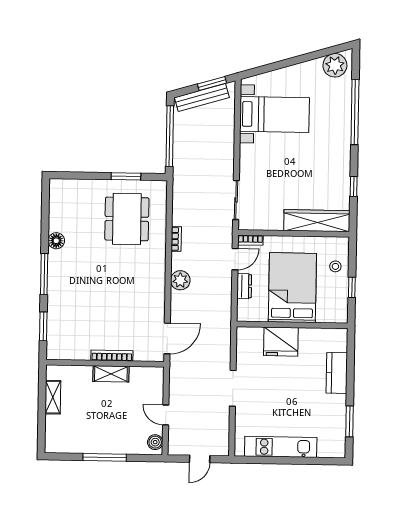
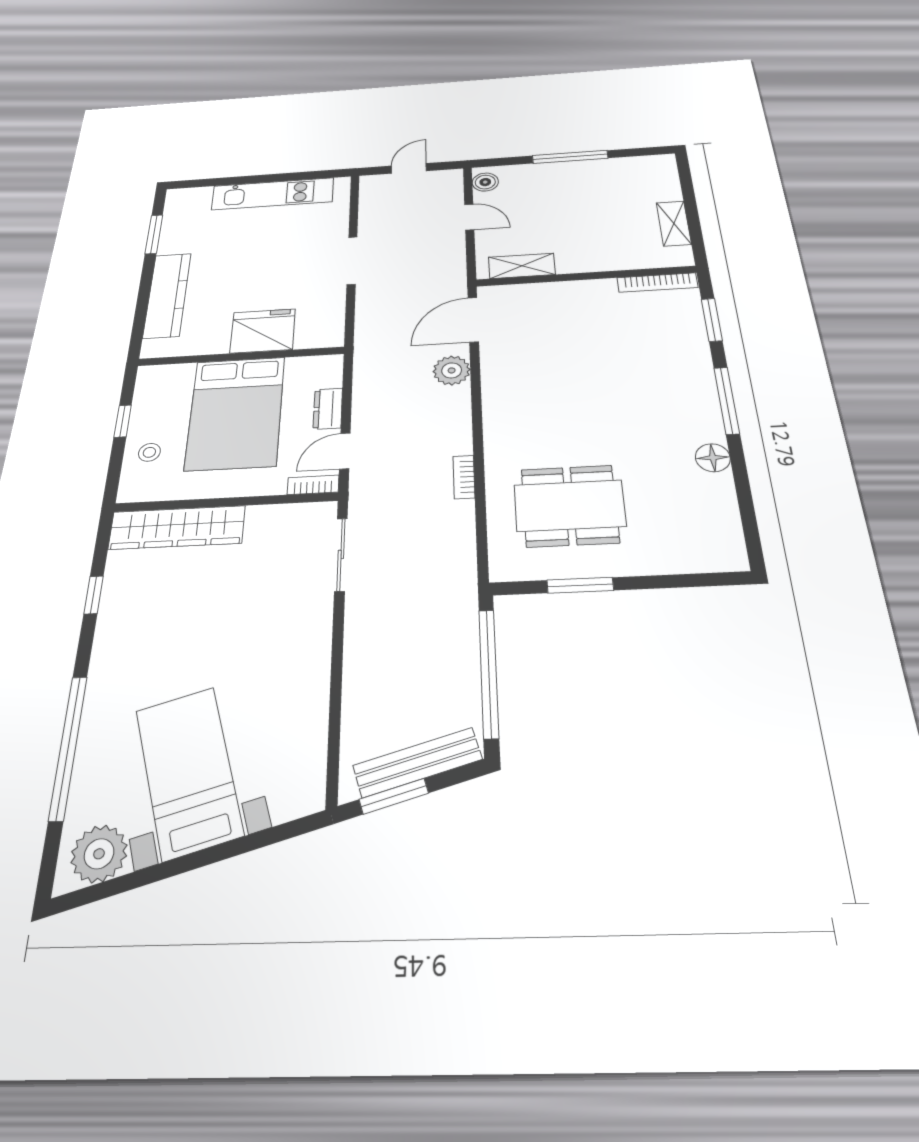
bed with nightstands: (275, 114) -> (189, 772), moved, turned 74
dining table: (127, 219) -> (570, 506), turned 90
plant: (180, 280) -> (452, 370), moved
bookcase: (112, 356) -> (657, 283), moved
kitchen counter: (337, 373) -> (167, 295), width x1.50
shelving: (111, 374) -> (522, 266), moved

